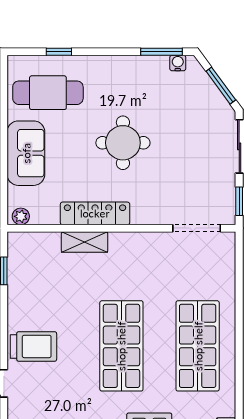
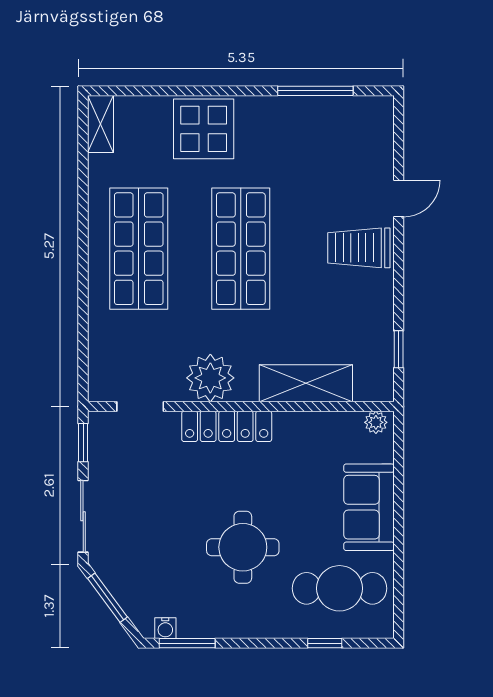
round table: (123, 143) -> (243, 547), moved
locker: (95, 213) -> (227, 426), moved
doorway: (197, 228) -> (140, 406), width x0.73
shelving: (85, 242) -> (306, 383), width x1.50, depth x1.33
plant: (144, 249) -> (210, 378), added

